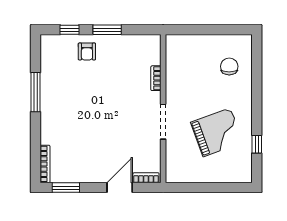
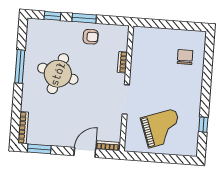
armchair: (87, 51) -> (91, 37), moved, turned -90
round table: (81, 97) -> (58, 74), added
grand piano: (217, 132) -> (162, 128), moved

